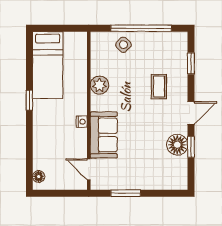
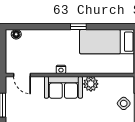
sofa: (104, 135) -> (63, 87), moved
door: (89, 169) -> (22, 75), swing flipped

